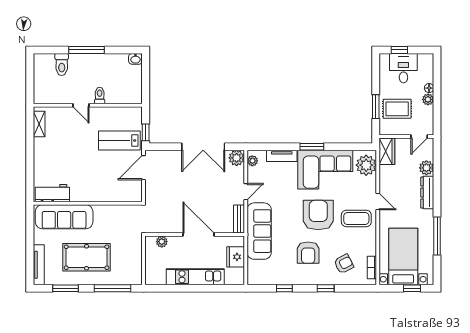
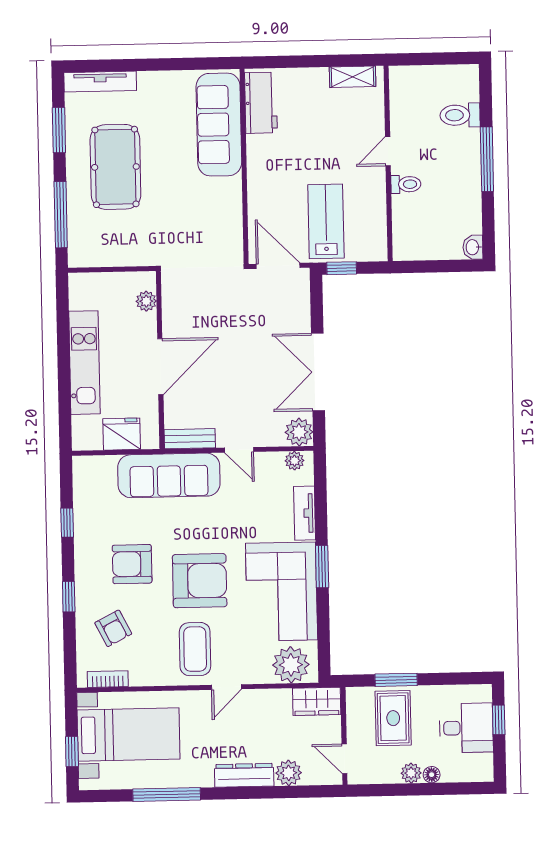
workbench: (52, 193) -> (261, 103), moved
wall: (88, 203) -> (244, 166), moved
sofa: (64, 217) -> (219, 125), moved

